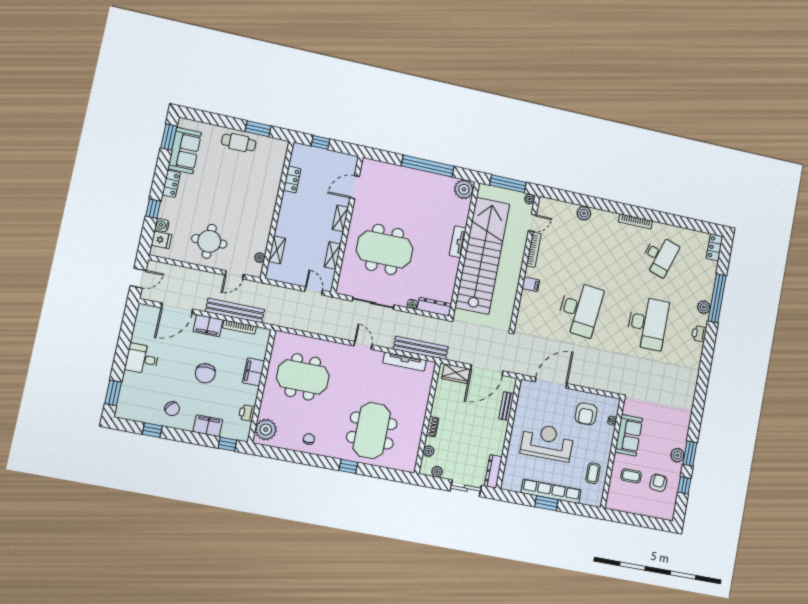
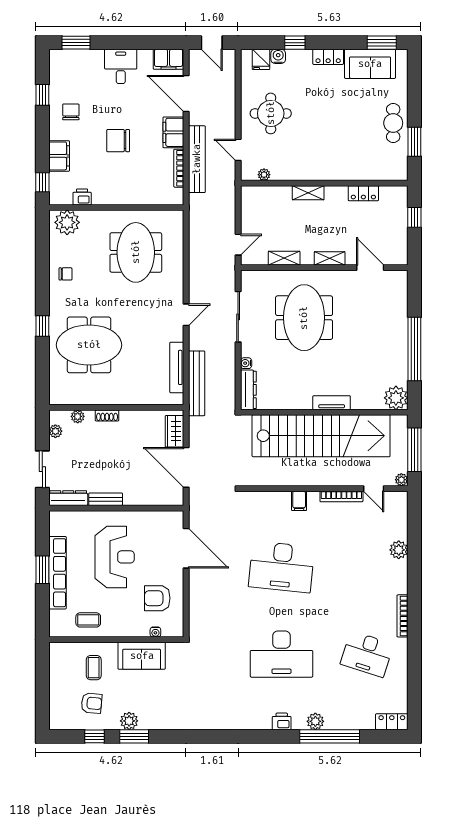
shelving: (277, 250) -> (308, 193), moved
filing cabinet: (254, 372) -> (169, 59), moved, turned 180
bench: (506, 406) -> (106, 499), moved
chair: (172, 409) -> (71, 112), turned 136

